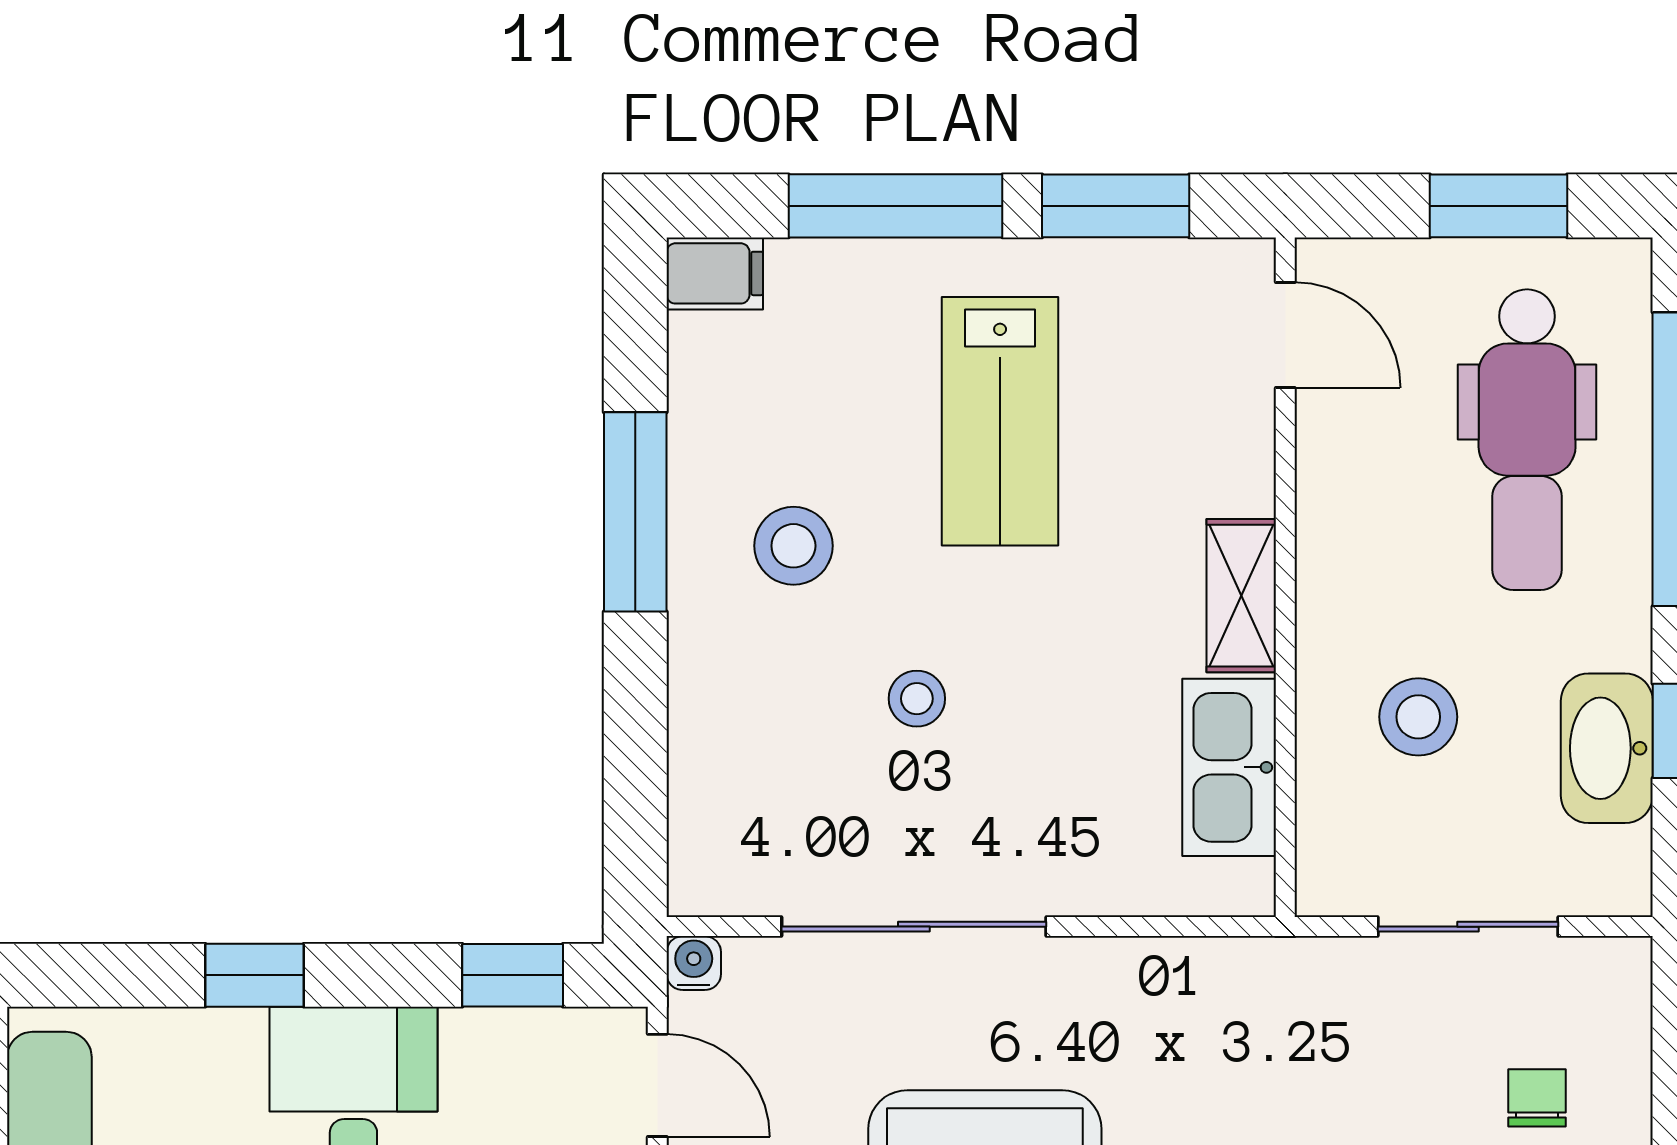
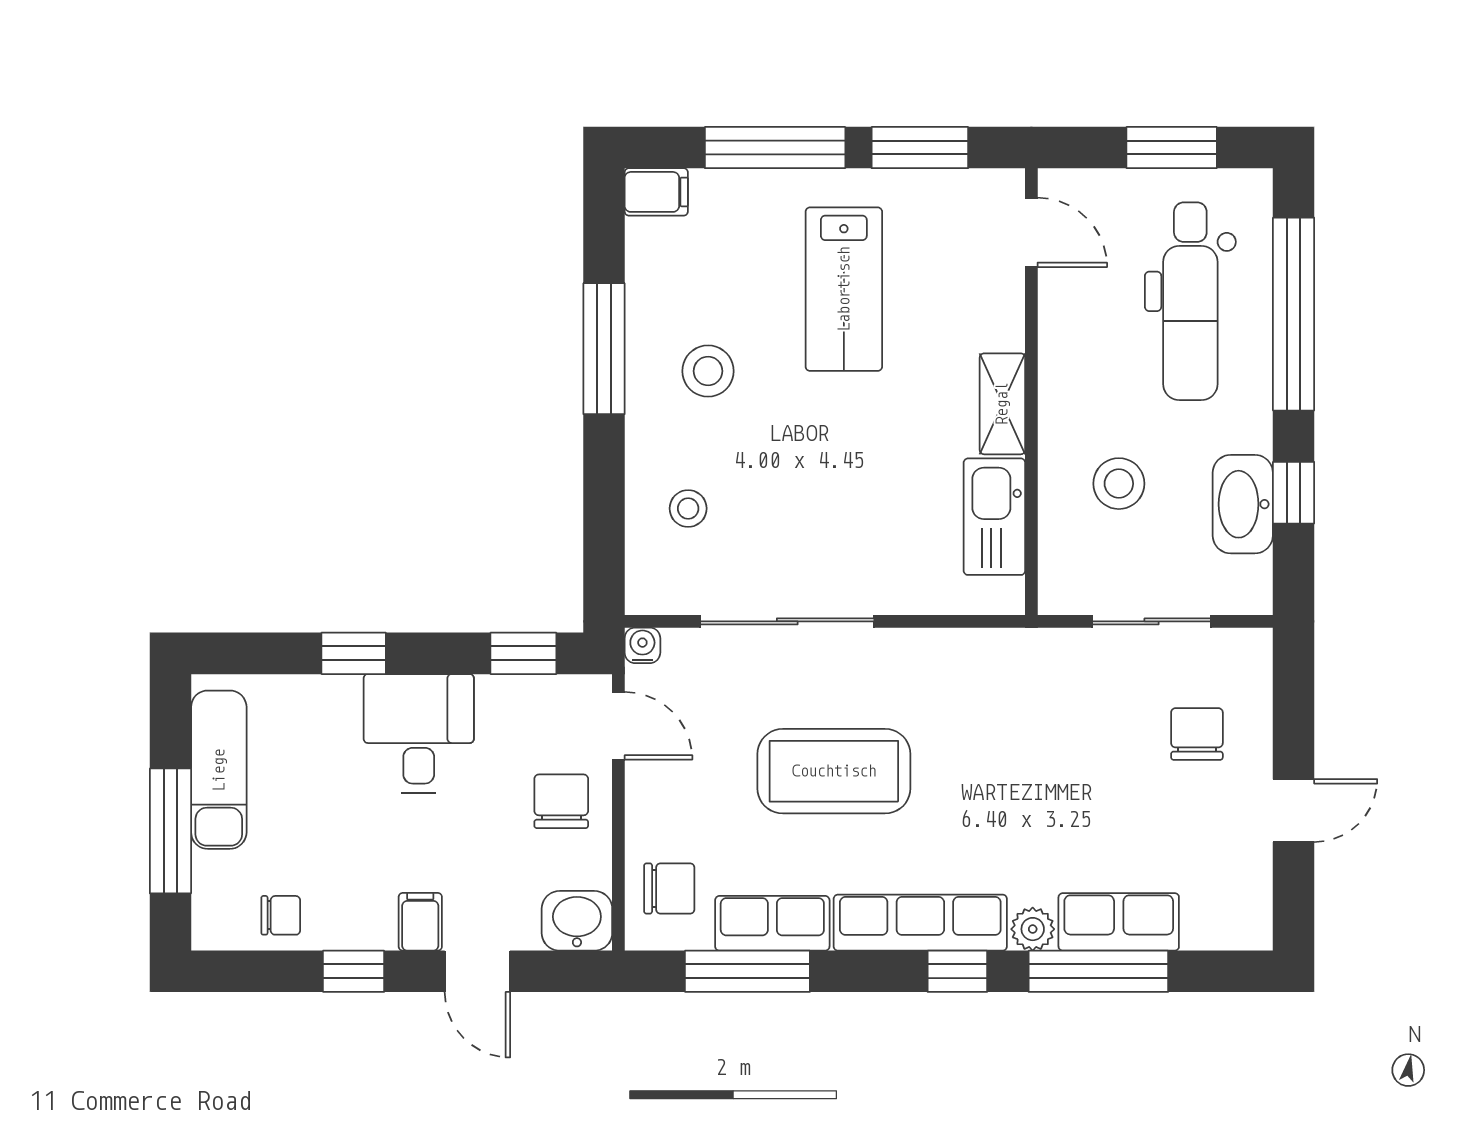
stool: (917, 699) -> (688, 508), moved
chair: (1537, 1098) -> (1197, 734), width x1.37, depth x1.37

